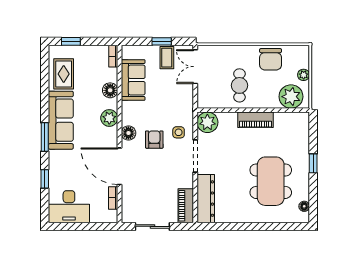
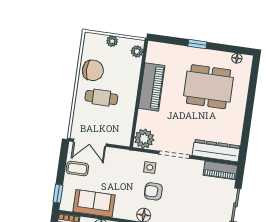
window: (162, 41) -> (58, 194), moved
cafe table: (239, 85) -> (101, 98), moved
plant: (291, 97) -> (137, 51), width x0.53, depth x0.53
piano: (256, 120) -> (152, 87), width x1.37, depth x1.33

